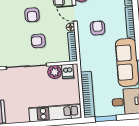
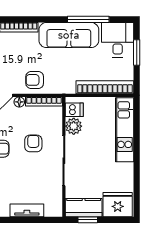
armchair: (98, 28) -> (35, 80), moved
armchair: (38, 41) -> (33, 143), turned 180
window: (106, 119) -> (137, 53), moved

